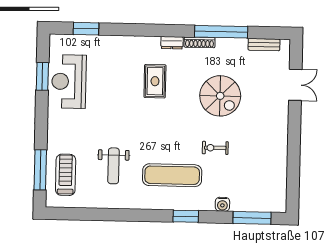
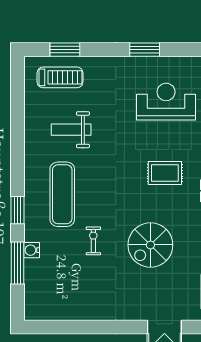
window: (42, 76) -> (145, 50), moved
reception desk: (69, 81) -> (166, 102), moved
window: (40, 170) -> (65, 50), width x0.69
window: (252, 218) -> (18, 263), moved

